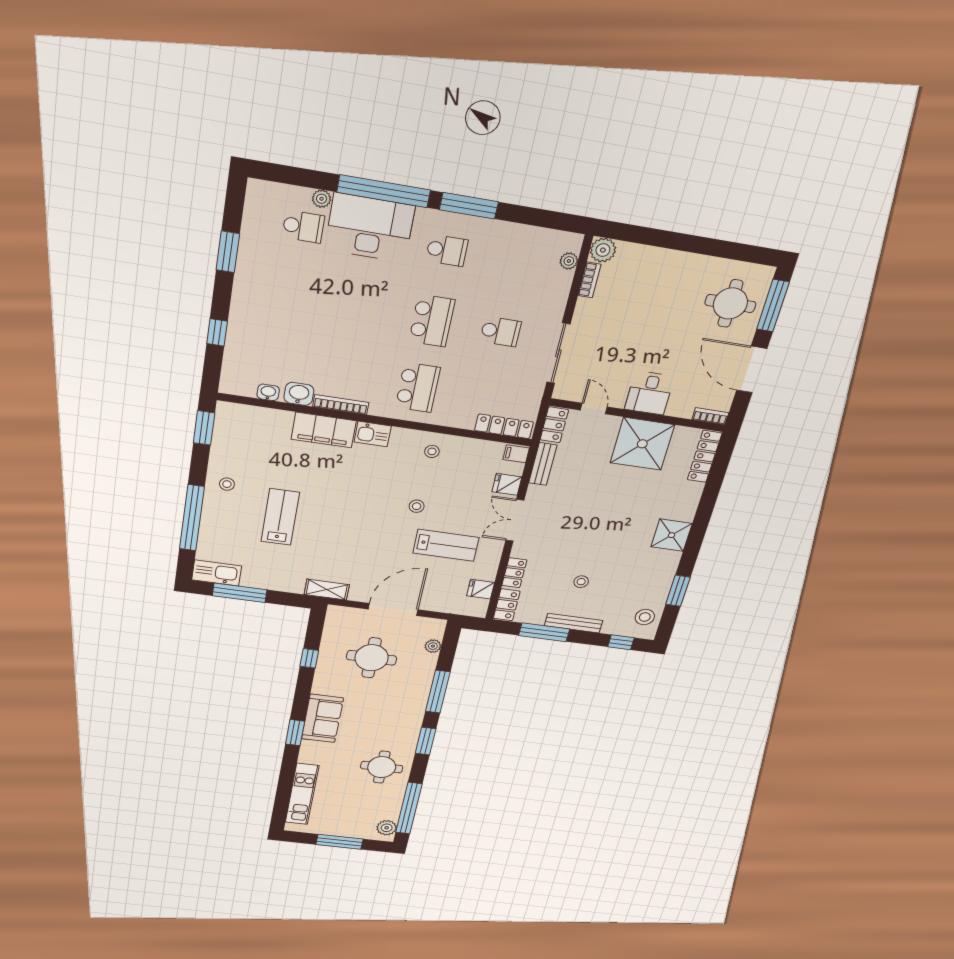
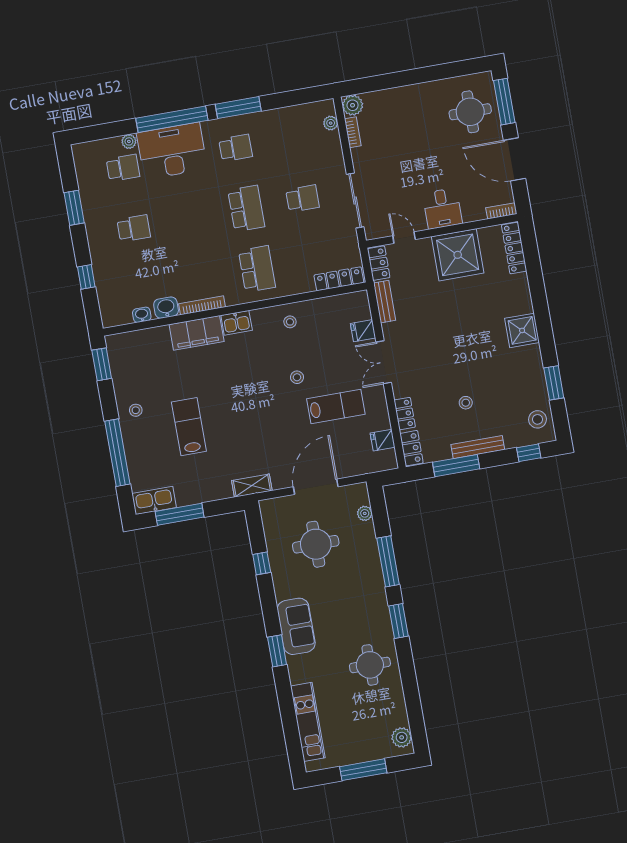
school desk: (292, 298) -> (134, 228), added
filing cabinet: (516, 454) -> (359, 300), removed
window: (409, 808) -> (414, 706), removed

